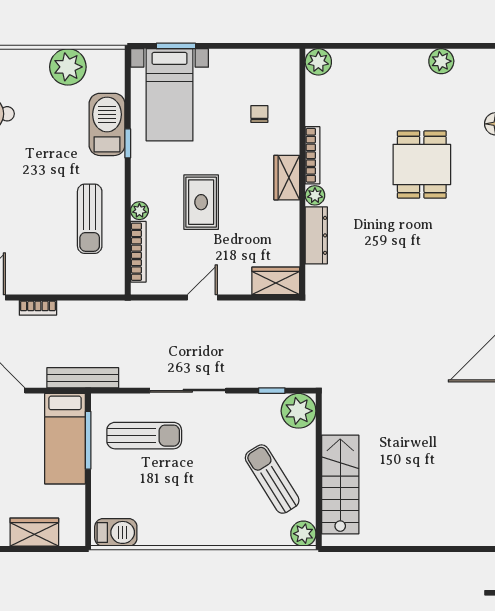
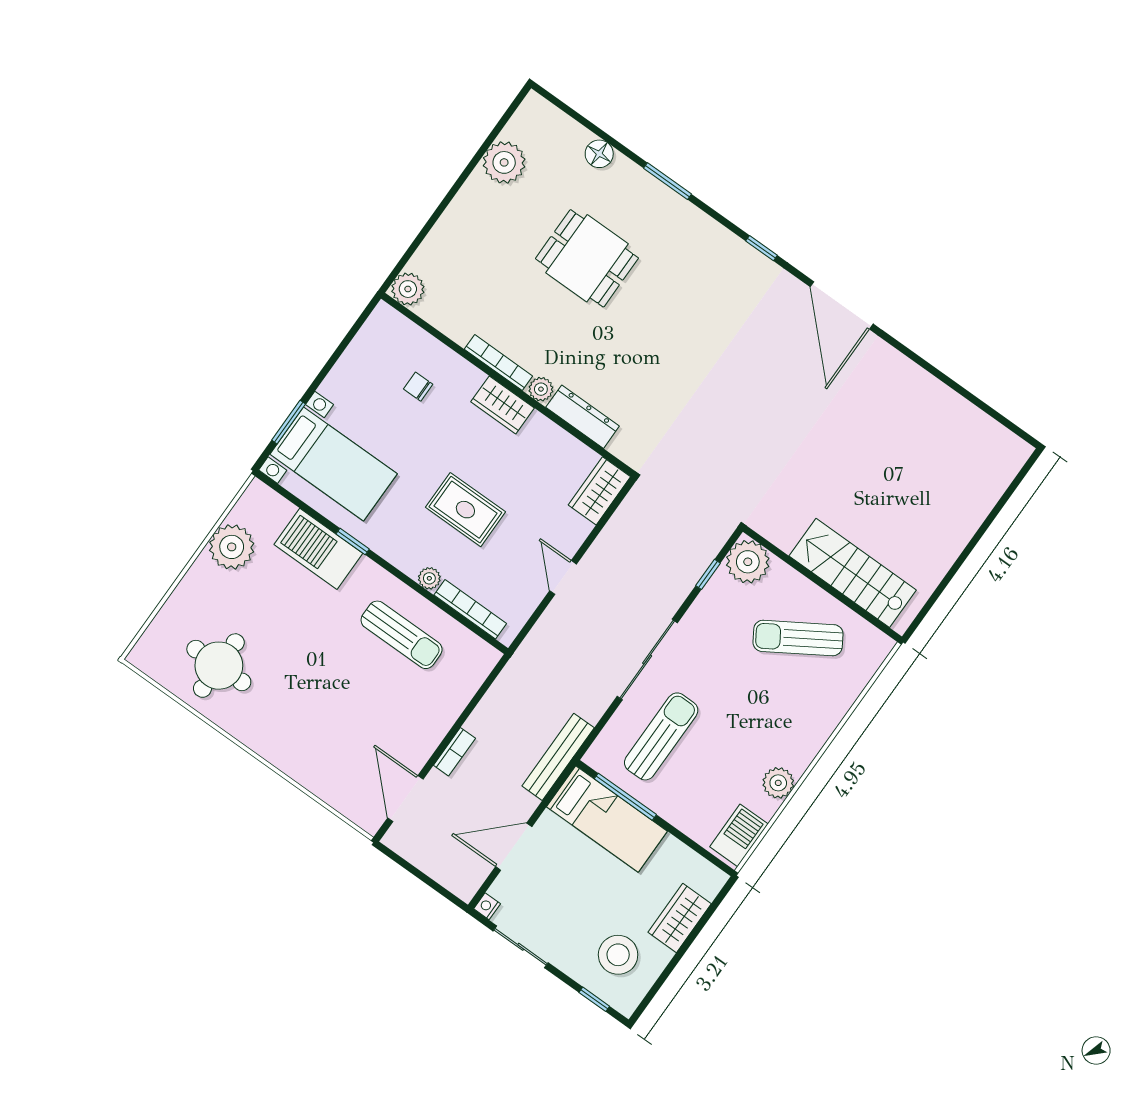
plant: (441, 61) -> (504, 162), width x1.36, depth x1.36
plant: (303, 534) -> (778, 783), moved

